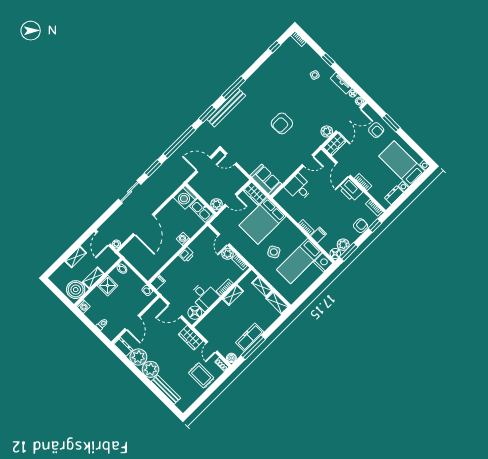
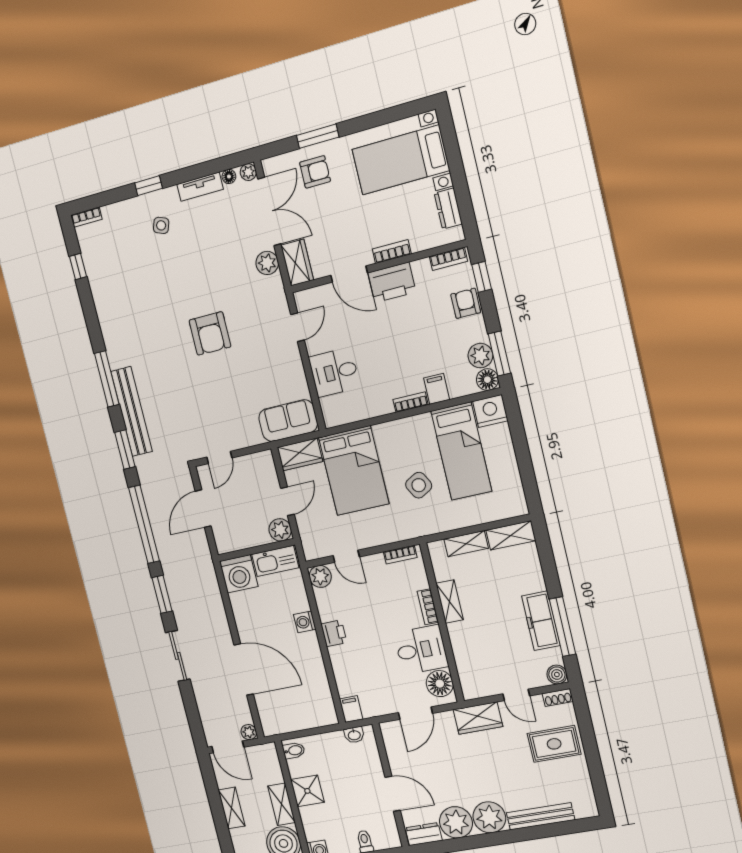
plant: (227, 254) -> (320, 576), moved

